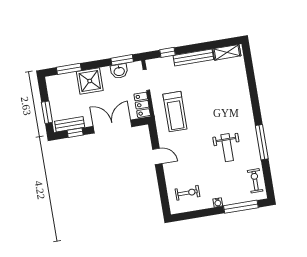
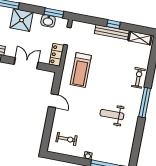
window: (167, 52) -> (113, 24), moved
double door: (112, 126) -> (26, 63), width x0.73
window: (262, 142) -> (145, 103), moved
weight bench: (227, 148) -> (112, 115), turned 90
exercise bike: (255, 181) -> (138, 78), moved

